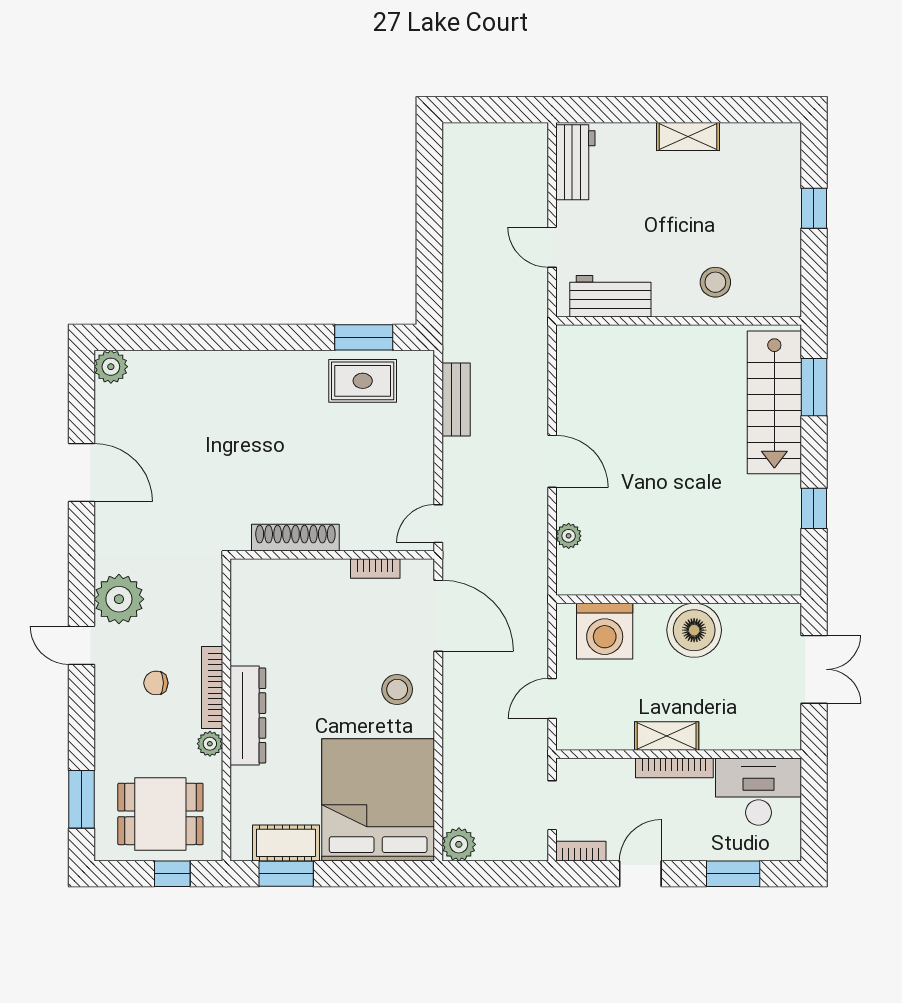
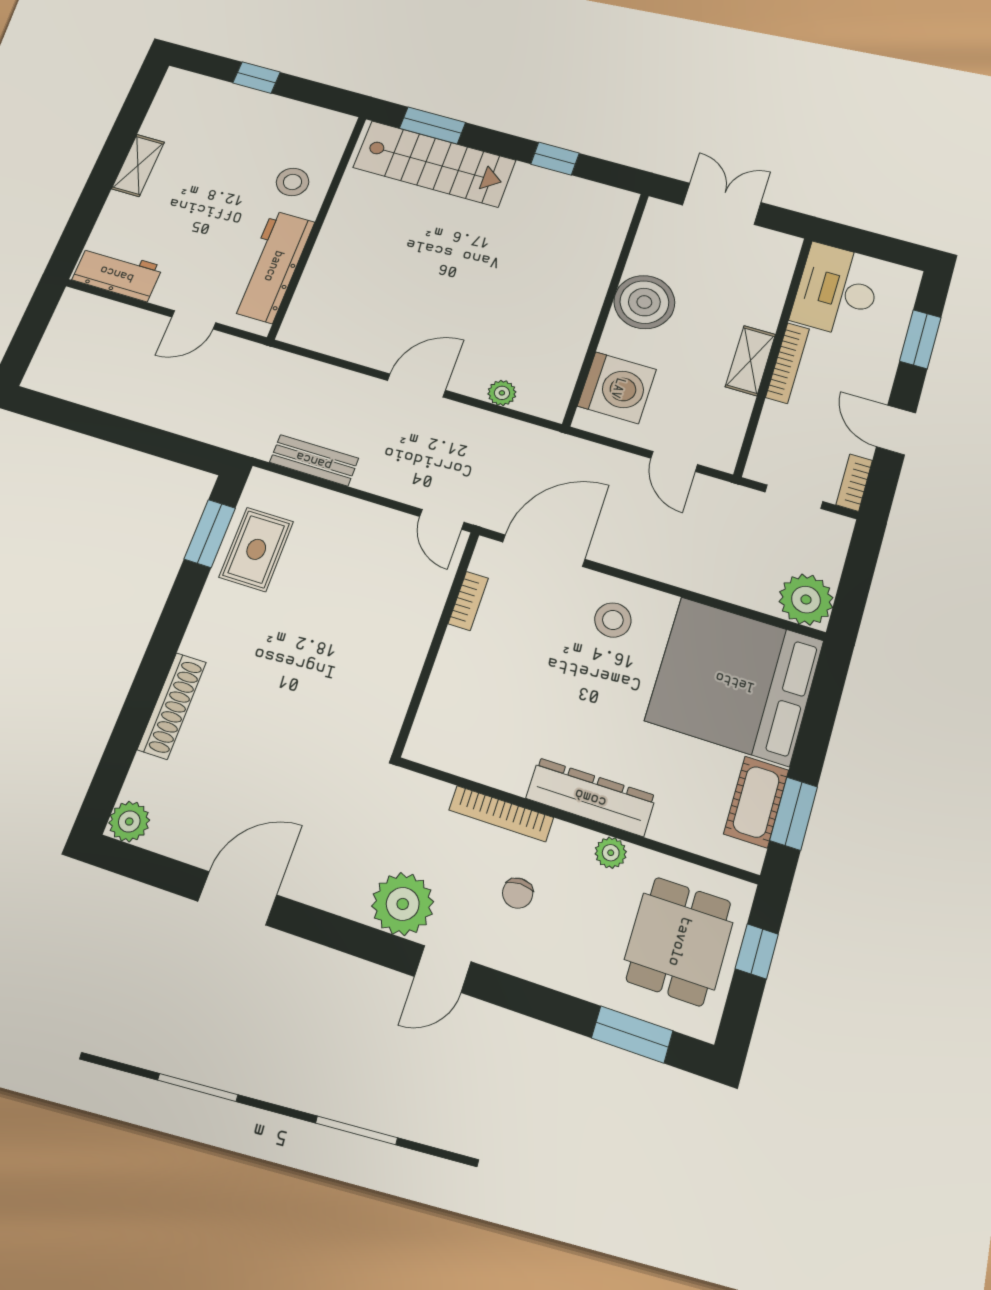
workbench: (610, 296) -> (273, 266), width x1.38
shoe rack: (295, 538) -> (172, 706), moved, turned 180
bookcase: (212, 687) -> (501, 814), moved
plant: (459, 844) -> (806, 600), width x1.36, depth x1.36

